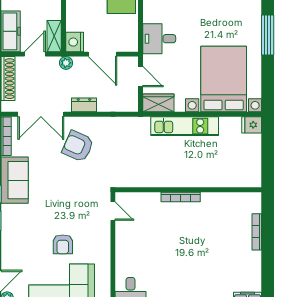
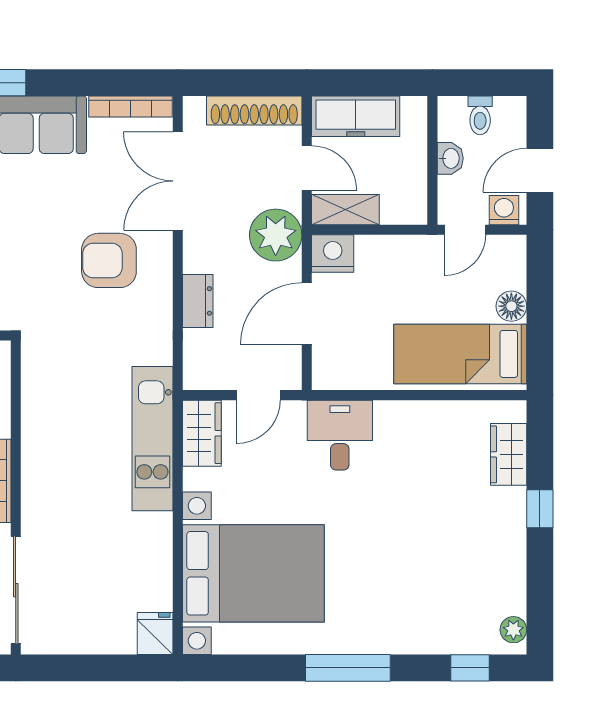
plant: (66, 63) -> (276, 235), width x1.87, depth x1.87
dresser: (84, 105) -> (198, 301), moved
kitchen unit: (185, 126) -> (152, 439), moved
armchair: (78, 146) -> (109, 260), turned -114
sliding door: (231, 190) -> (16, 590), added

